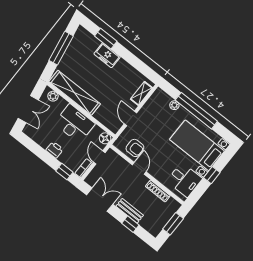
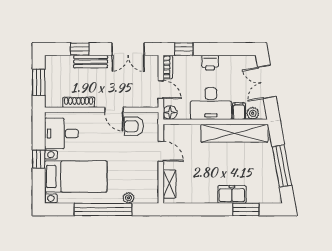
filing cabinet: (61, 105) -> (239, 111), added

